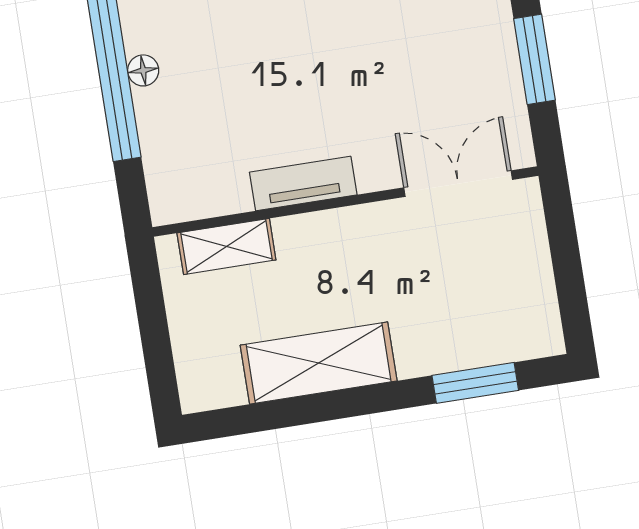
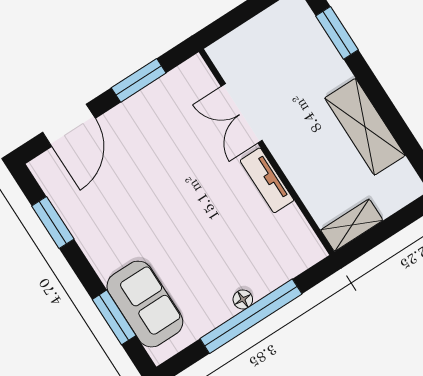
double door: (458, 184) -> (242, 113), moved
shelving: (226, 246) -> (352, 225), moved, turned 90

